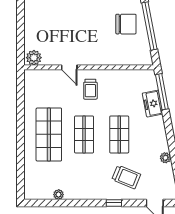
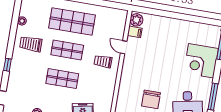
filing cabinet: (49, 57) -> (135, 32), added
door: (69, 67) -> (124, 47), hinge flipped
trolley: (126, 177) -> (31, 44), moved, turned 68

